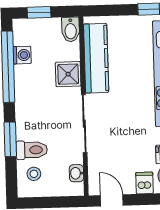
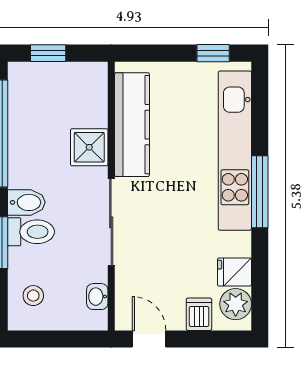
bidet: (71, 29) -> (26, 202), moved, turned -90
washing machine: (22, 55) -> (21, 117), removed
toilet: (32, 150) -> (31, 232), moved

